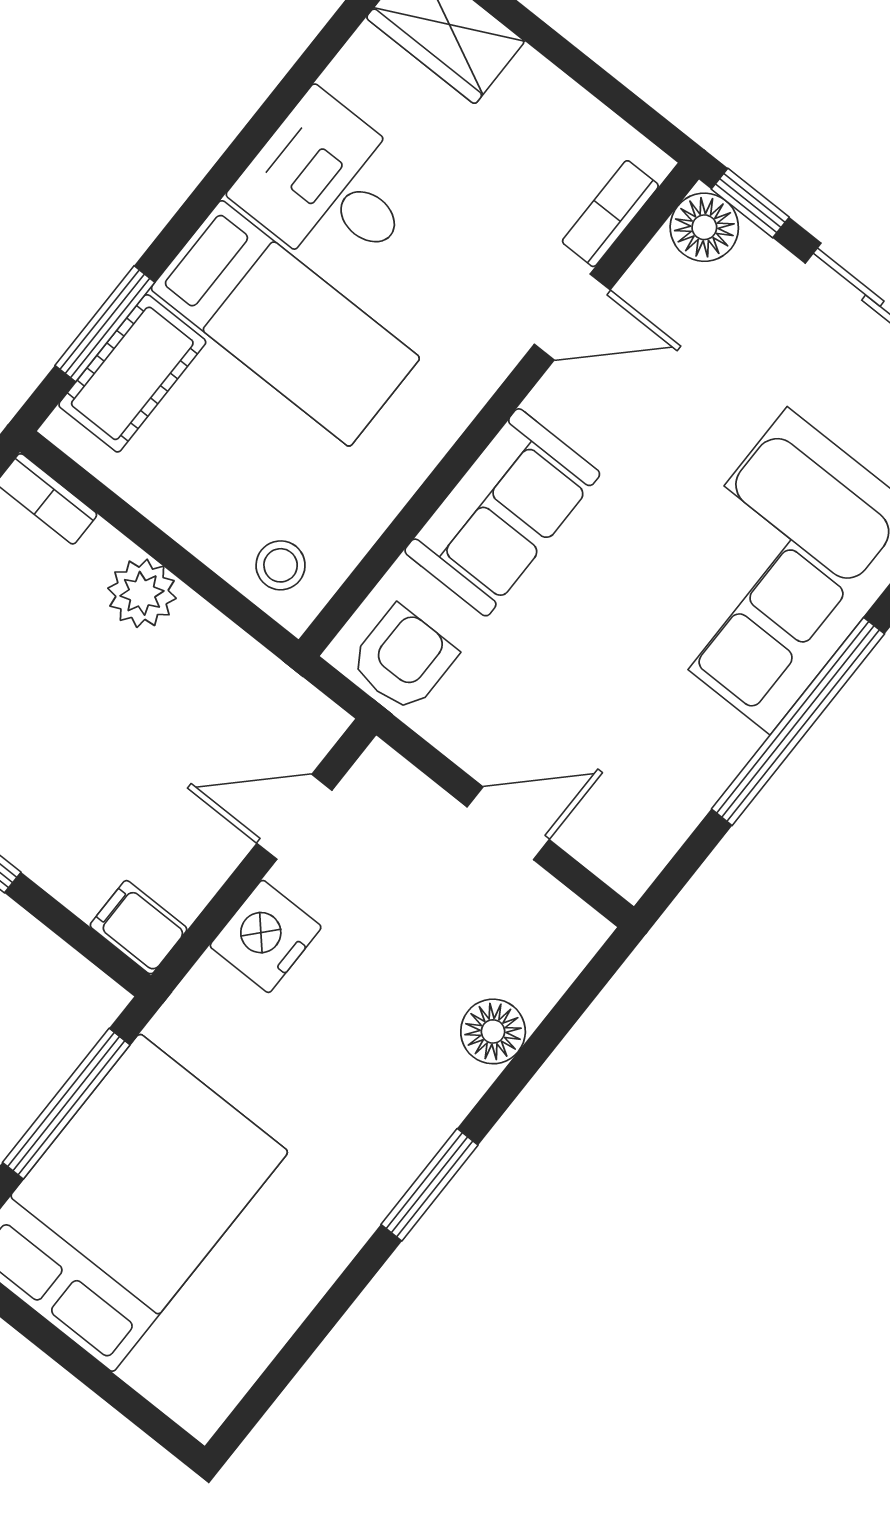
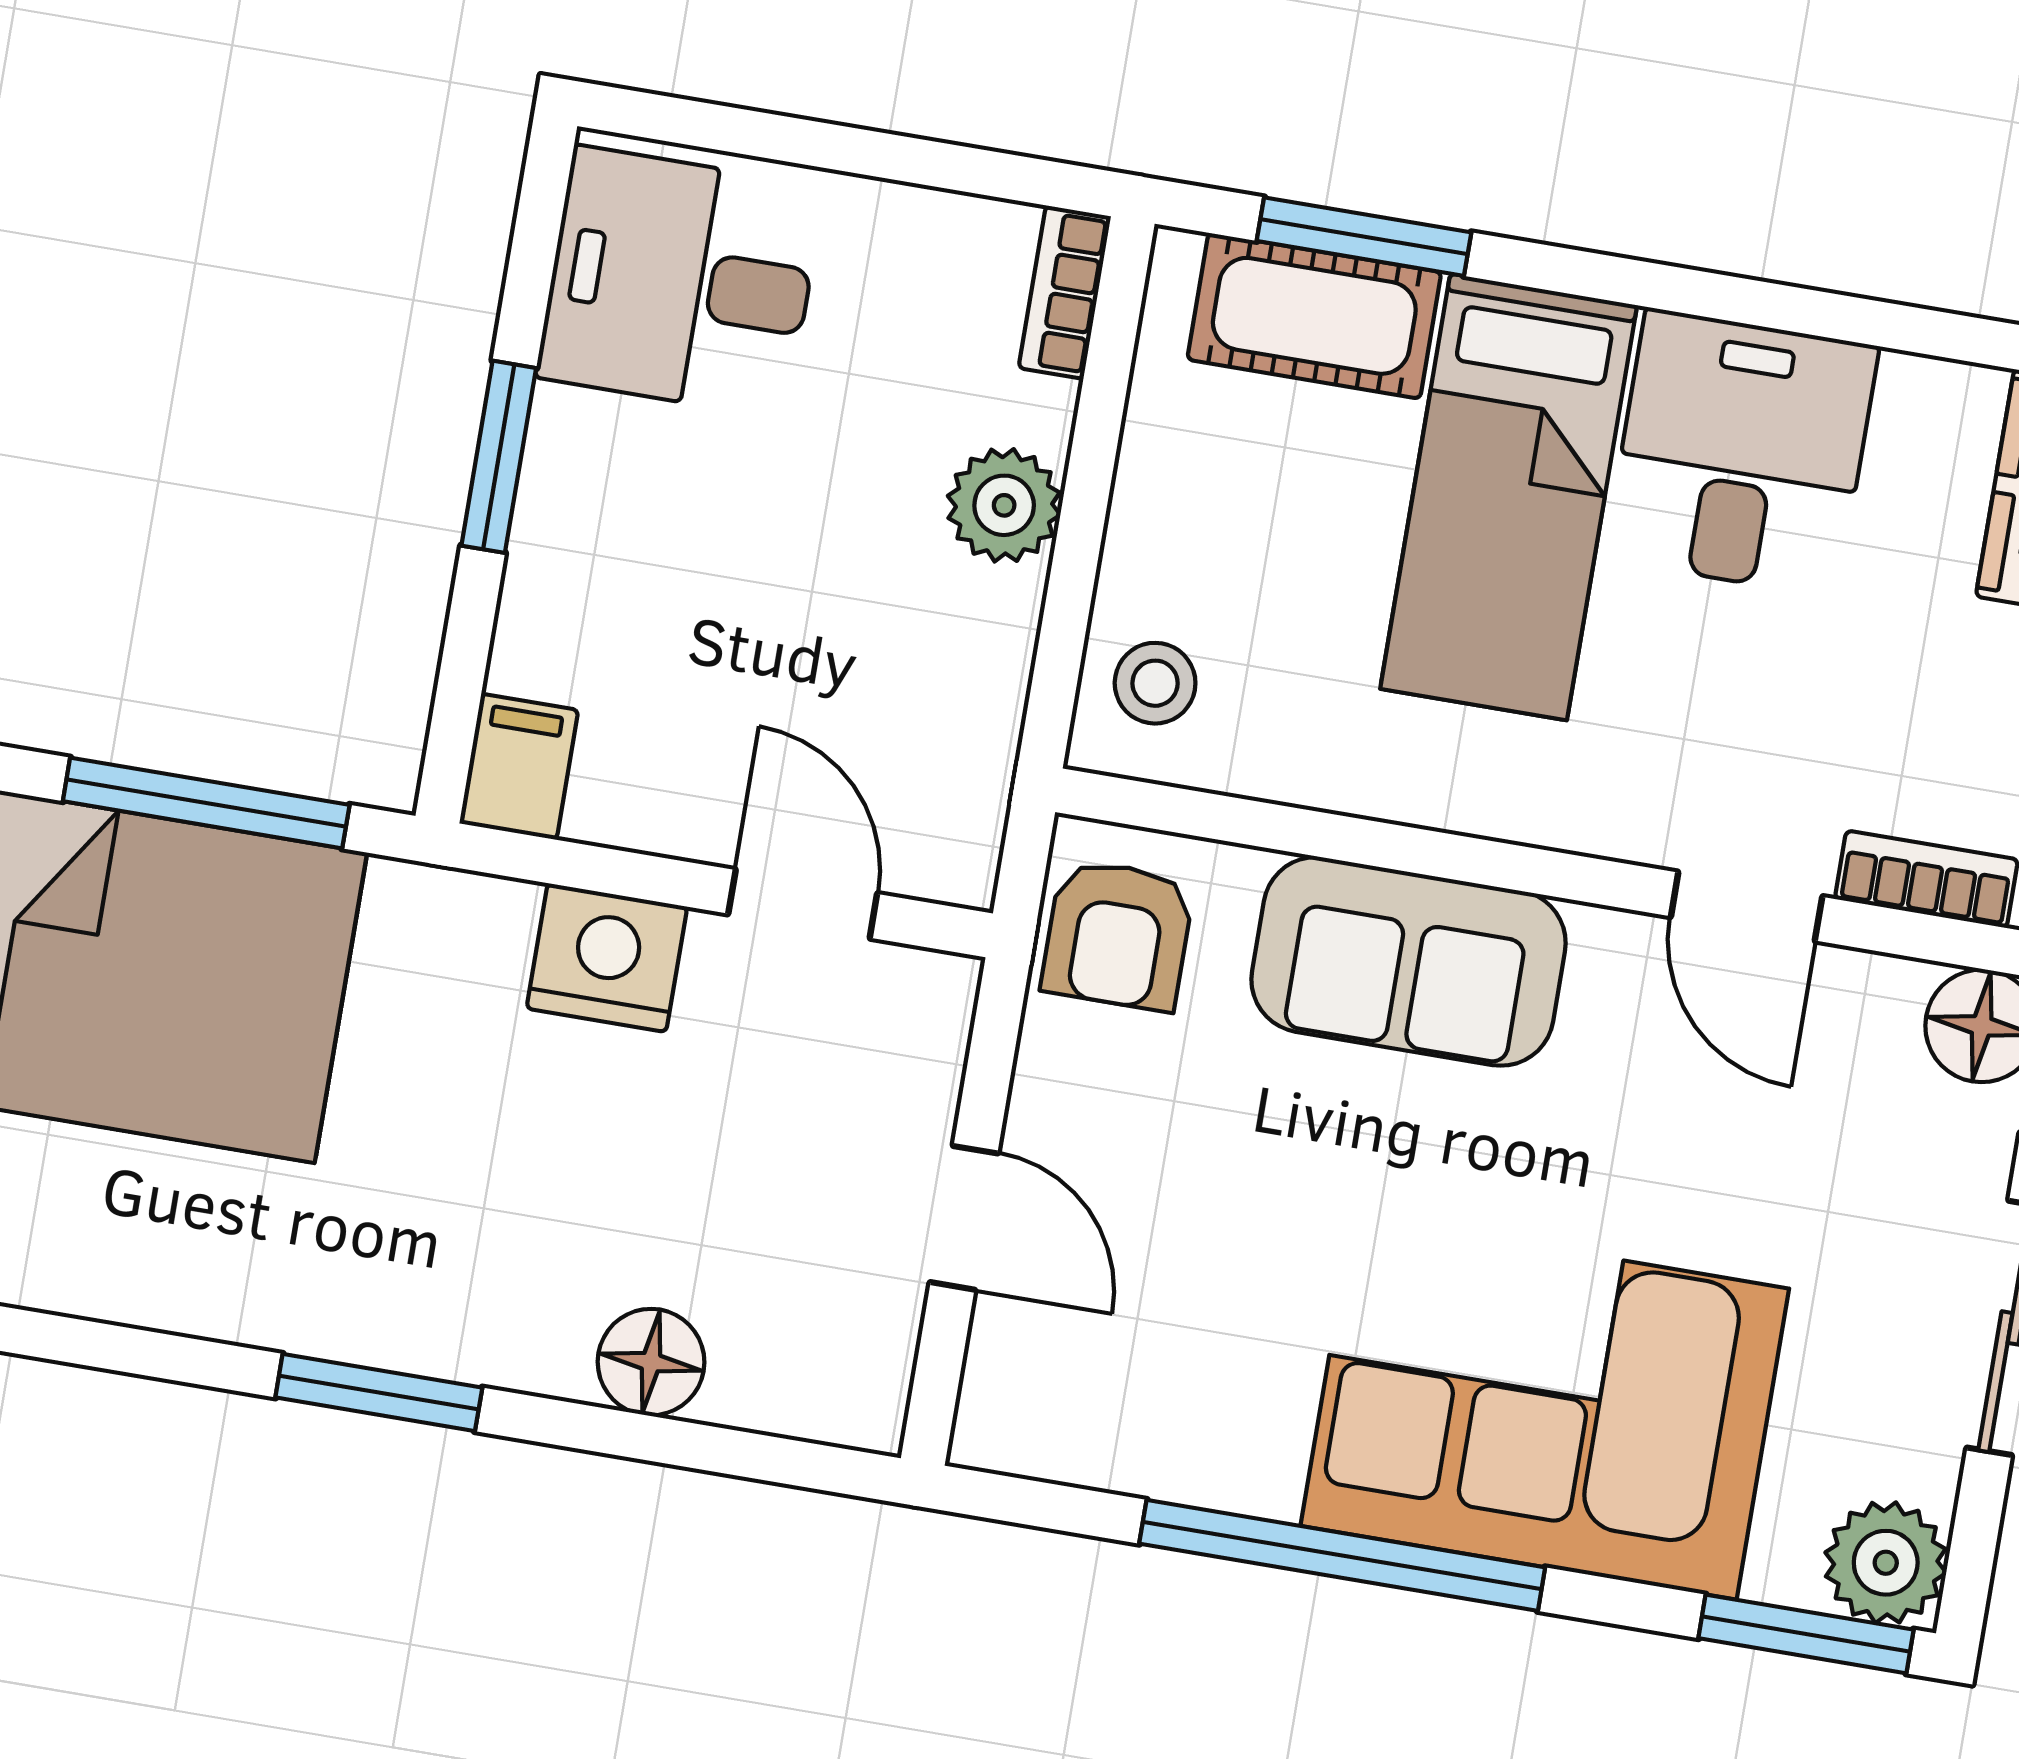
armchair: (403, 659) -> (1118, 935), turned 90

